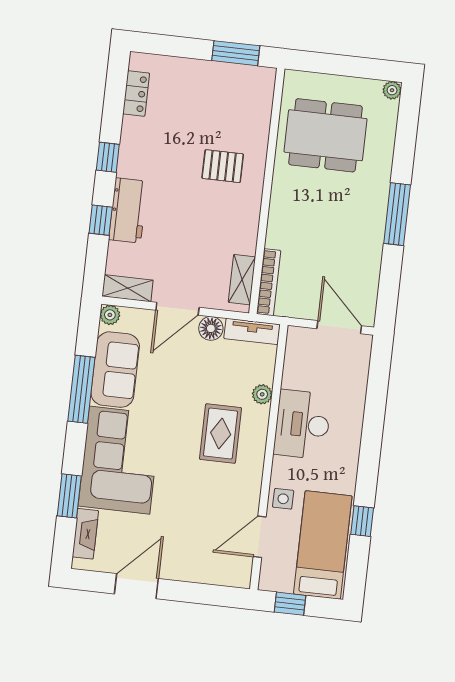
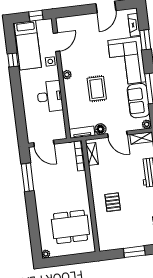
window: (236, 53) -> (134, 252), moved
pallet: (223, 166) -> (113, 202), turned 90
window: (397, 214) -> (28, 177), moved
door: (177, 309) -> (117, 134), swing flipped
plant: (262, 394) -> (67, 75), moved
rug: (221, 434) -> (97, 89), moved

